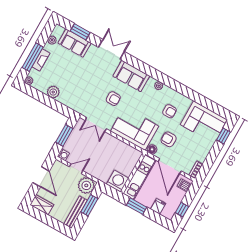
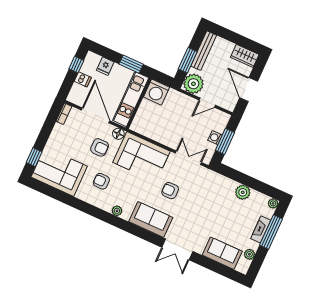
window: (80, 32) -> (217, 267), removed
washing machine: (63, 155) -> (215, 138), moved
dishwasher: (184, 185) -> (83, 79), moved

